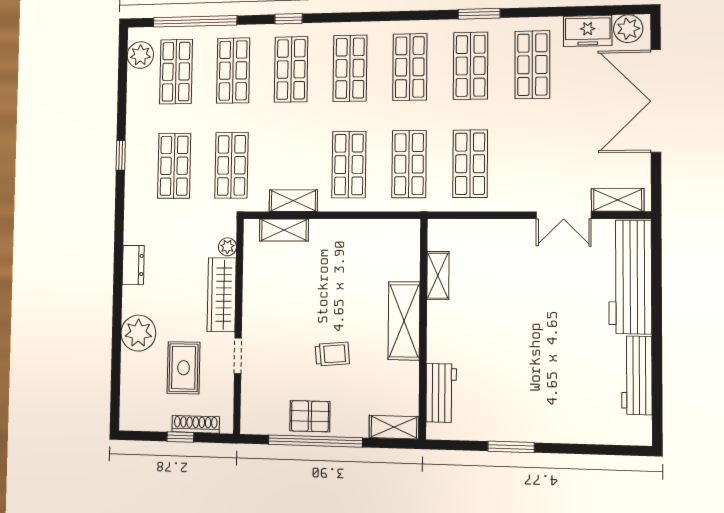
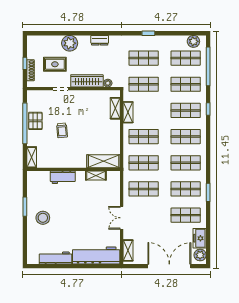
double door: (564, 215) -> (122, 218), moved
shelving: (404, 321) -> (104, 161), moved
workbench: (441, 393) -> (63, 177), moved
stool: (538, 404) -> (43, 218), added

